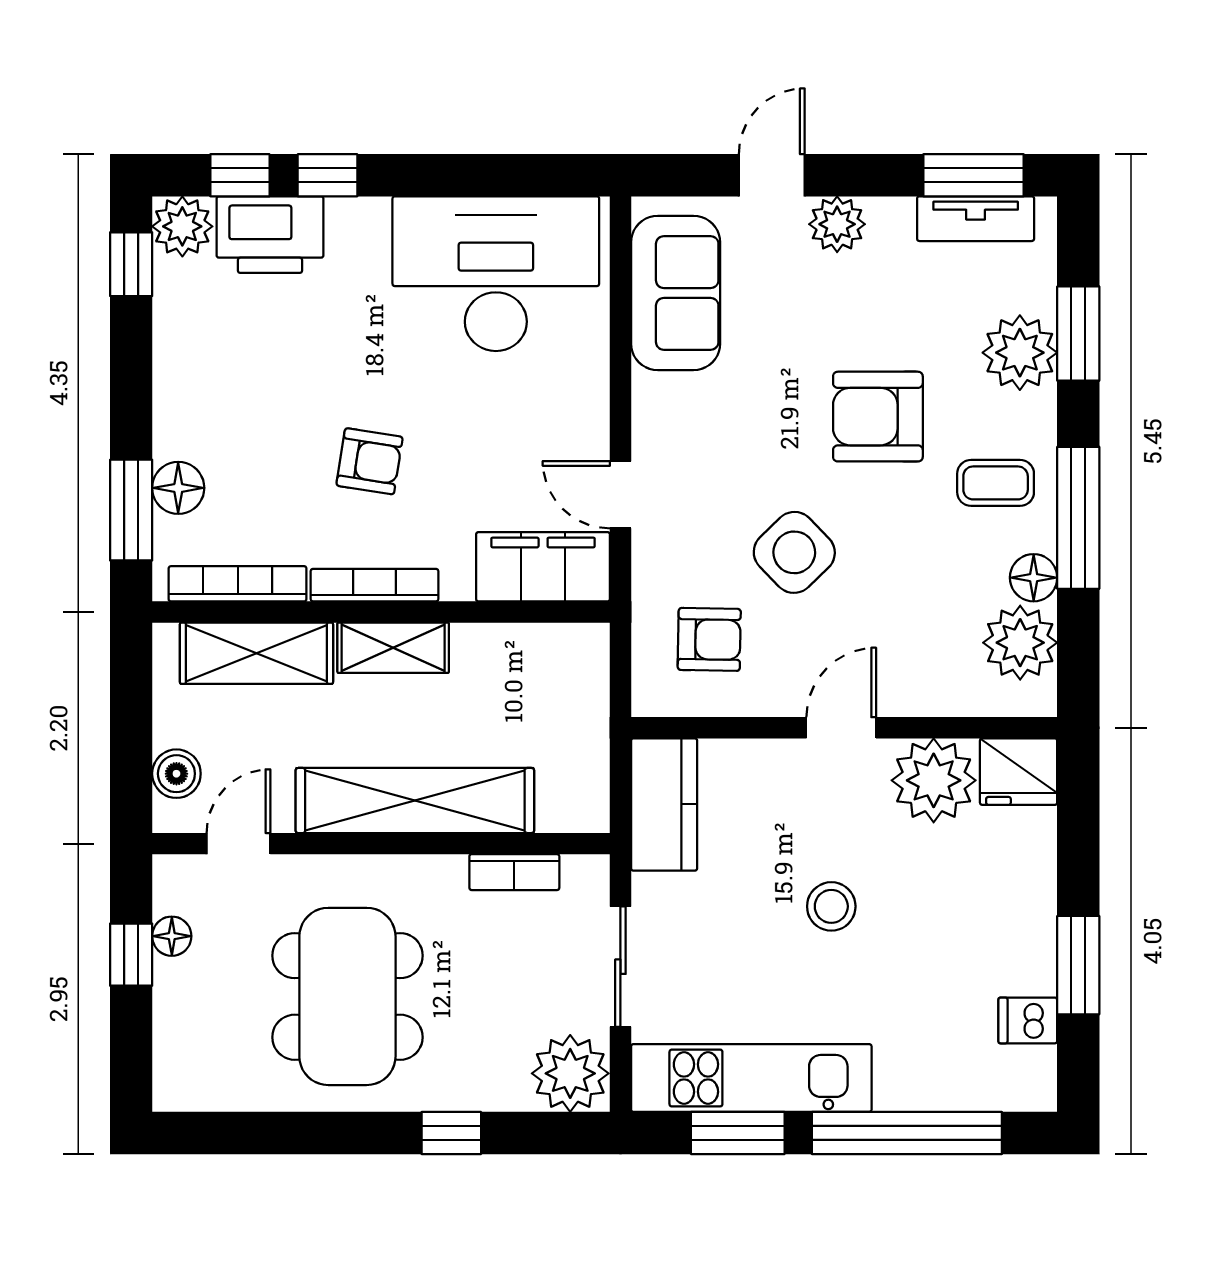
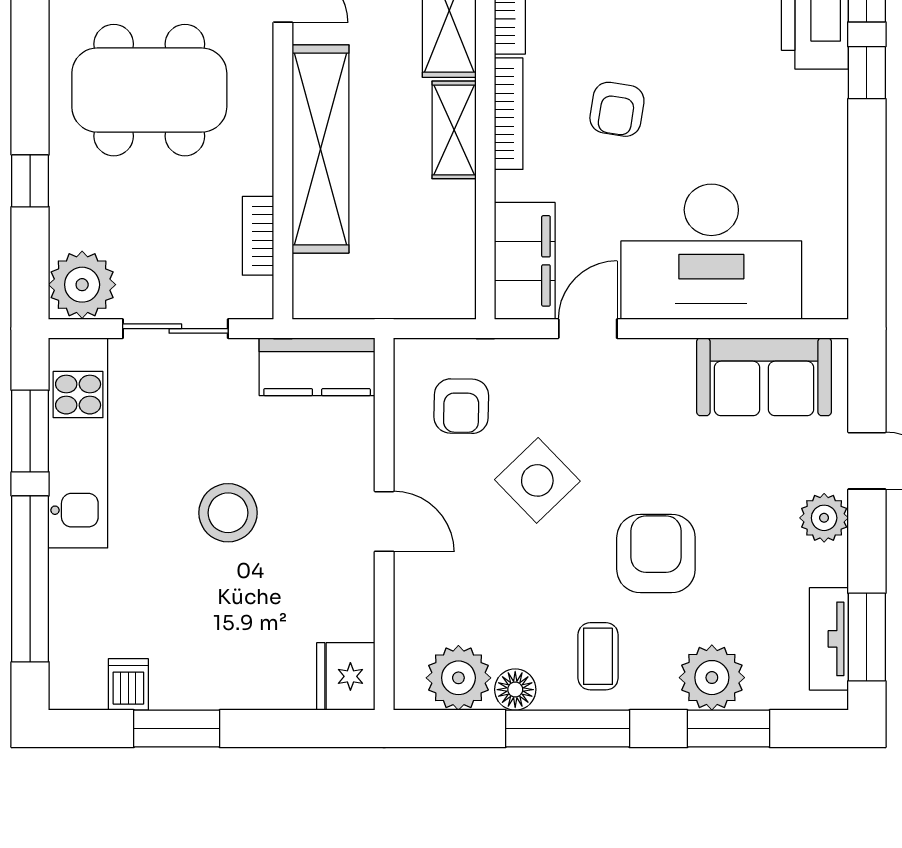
desk: (496, 274) -> (711, 252), moved, turned 90
plant: (934, 780) -> (338, 602), removed
stool: (831, 906) -> (228, 513), width x1.38, depth x1.38

